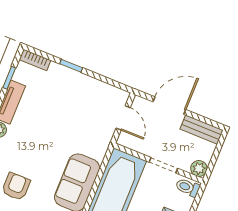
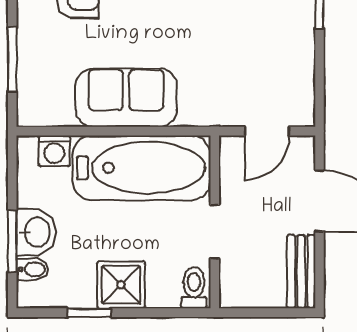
plant: (199, 168) -> (234, 294), removed

